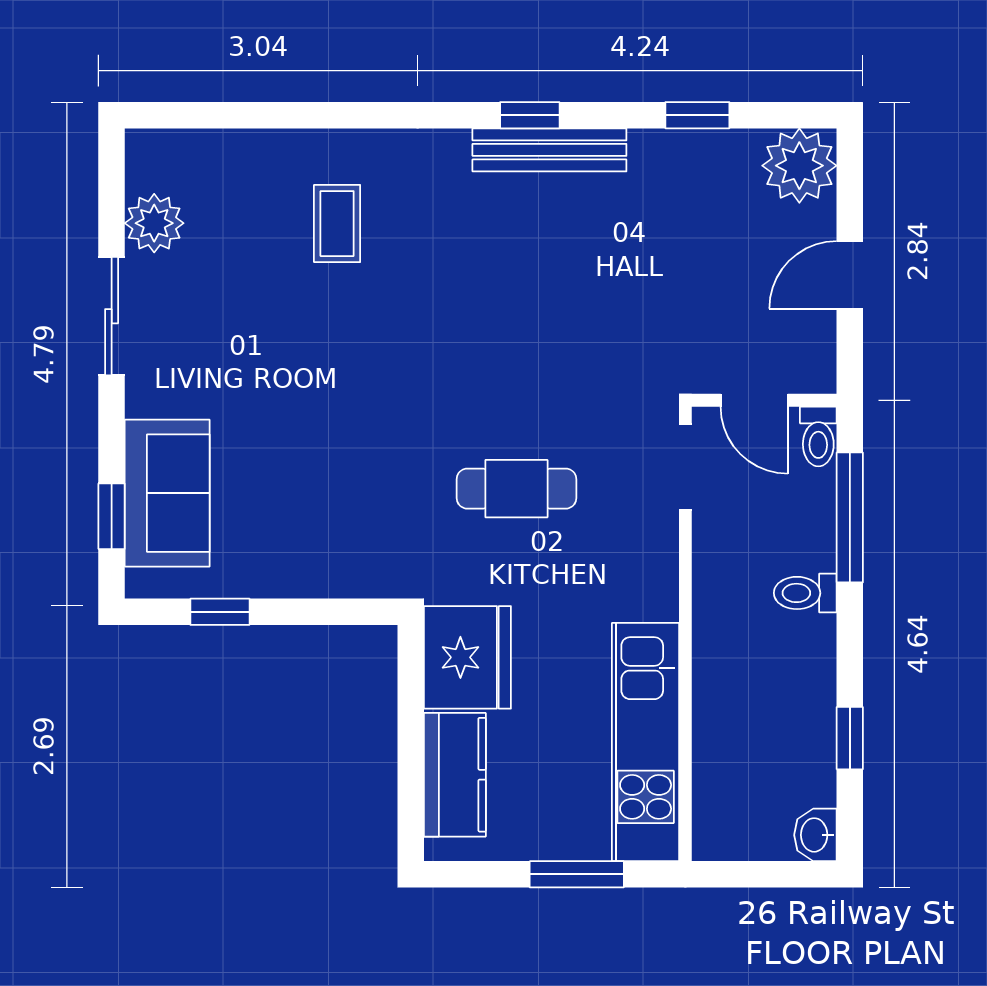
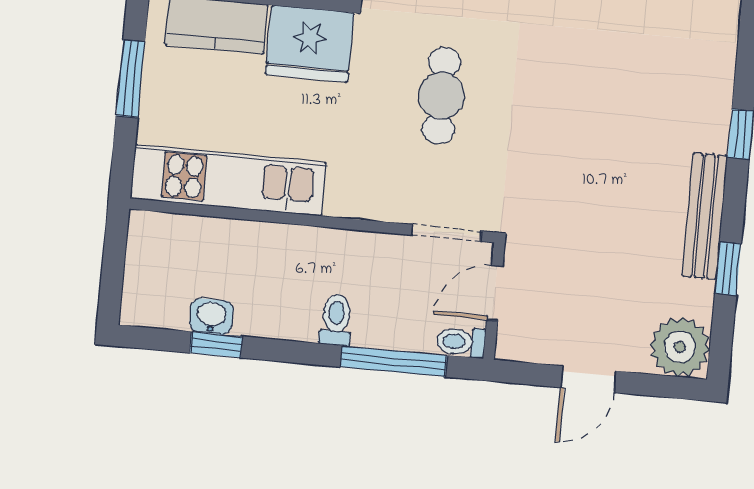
bench: (549, 150) -> (705, 216), moved
door: (850, 275) -> (588, 379), swing flipped
washbasin: (815, 835) -> (211, 316), moved
window: (577, 874) -> (130, 79), moved

